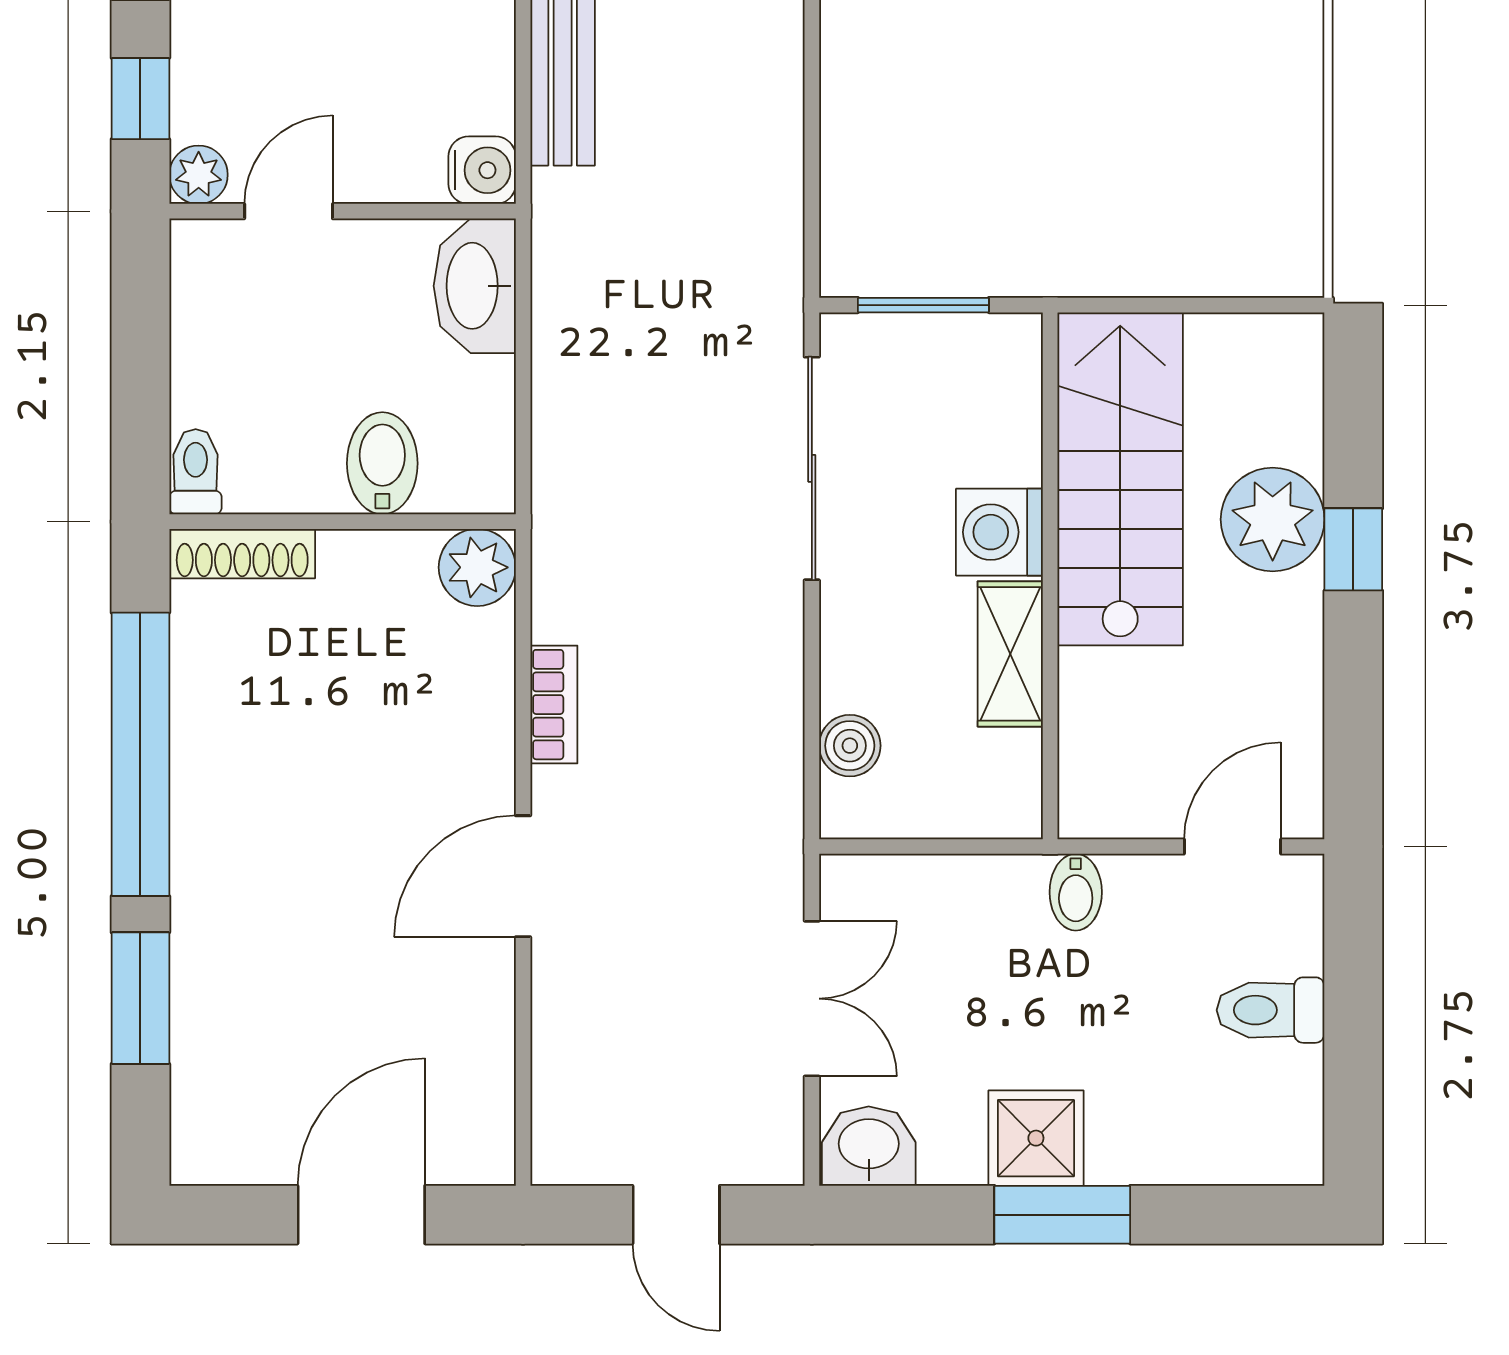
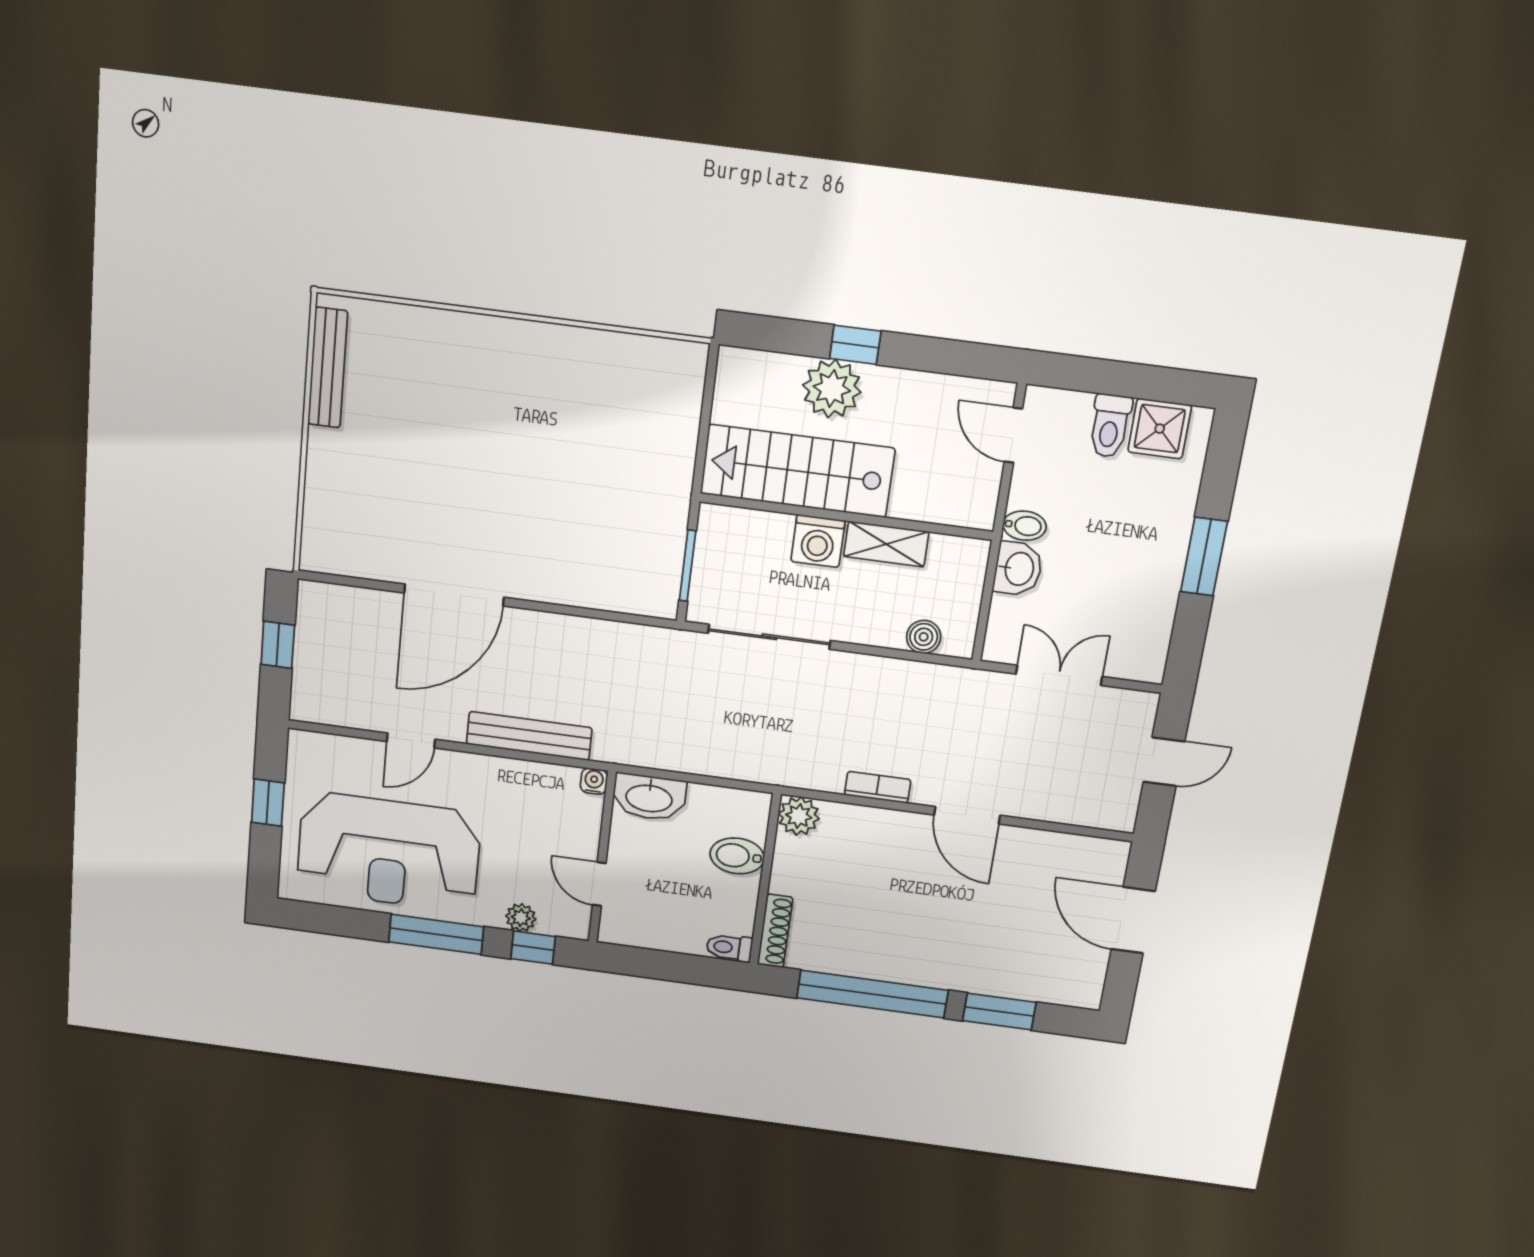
water cooler: (482, 170) -> (594, 781), width x0.72, depth x0.72
plant: (199, 175) -> (521, 918), moved
shower: (1036, 1138) -> (1160, 429), moved
washbasin: (869, 1146) -> (1018, 569), moved, turned 180

